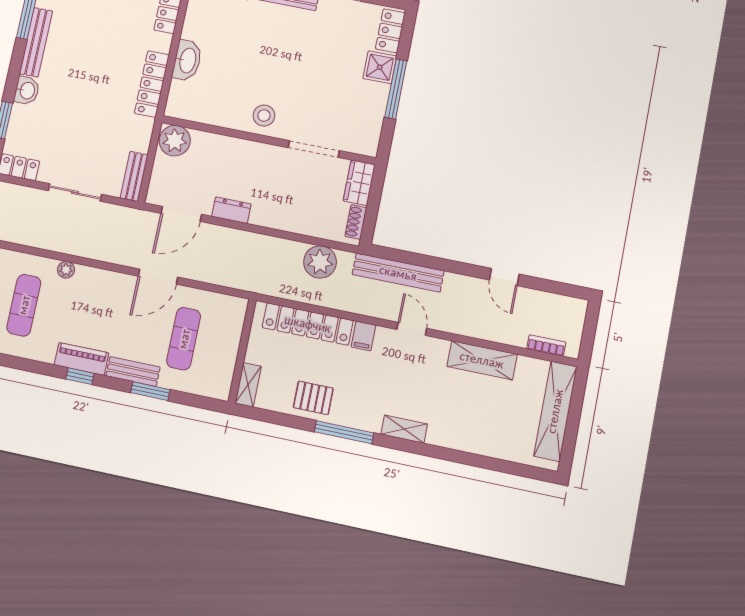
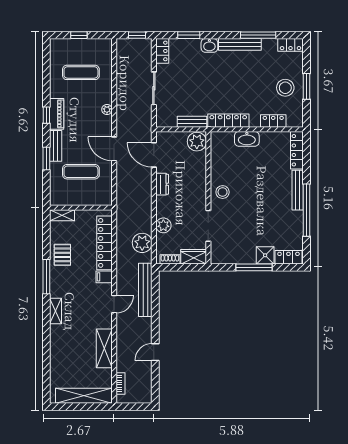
bench: (134, 176) -> (192, 122), moved
plant: (298, 222) -> (163, 225), added
plant: (66, 270) -> (107, 110), moved

